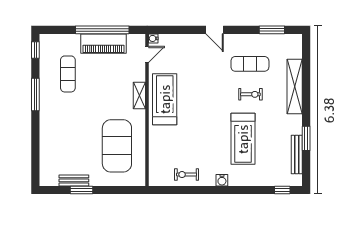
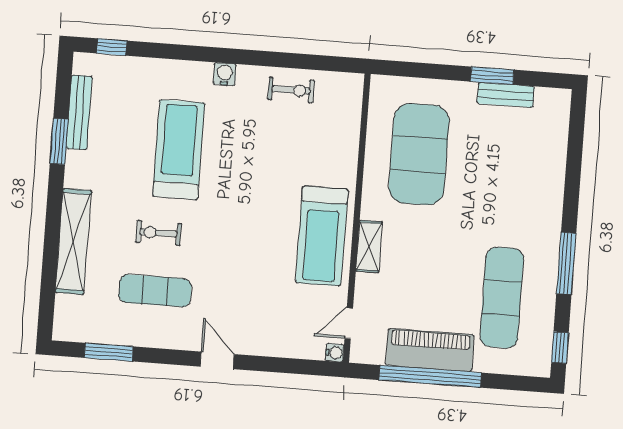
exercise mat: (68, 74) -> (502, 298), width x1.36, depth x1.45

